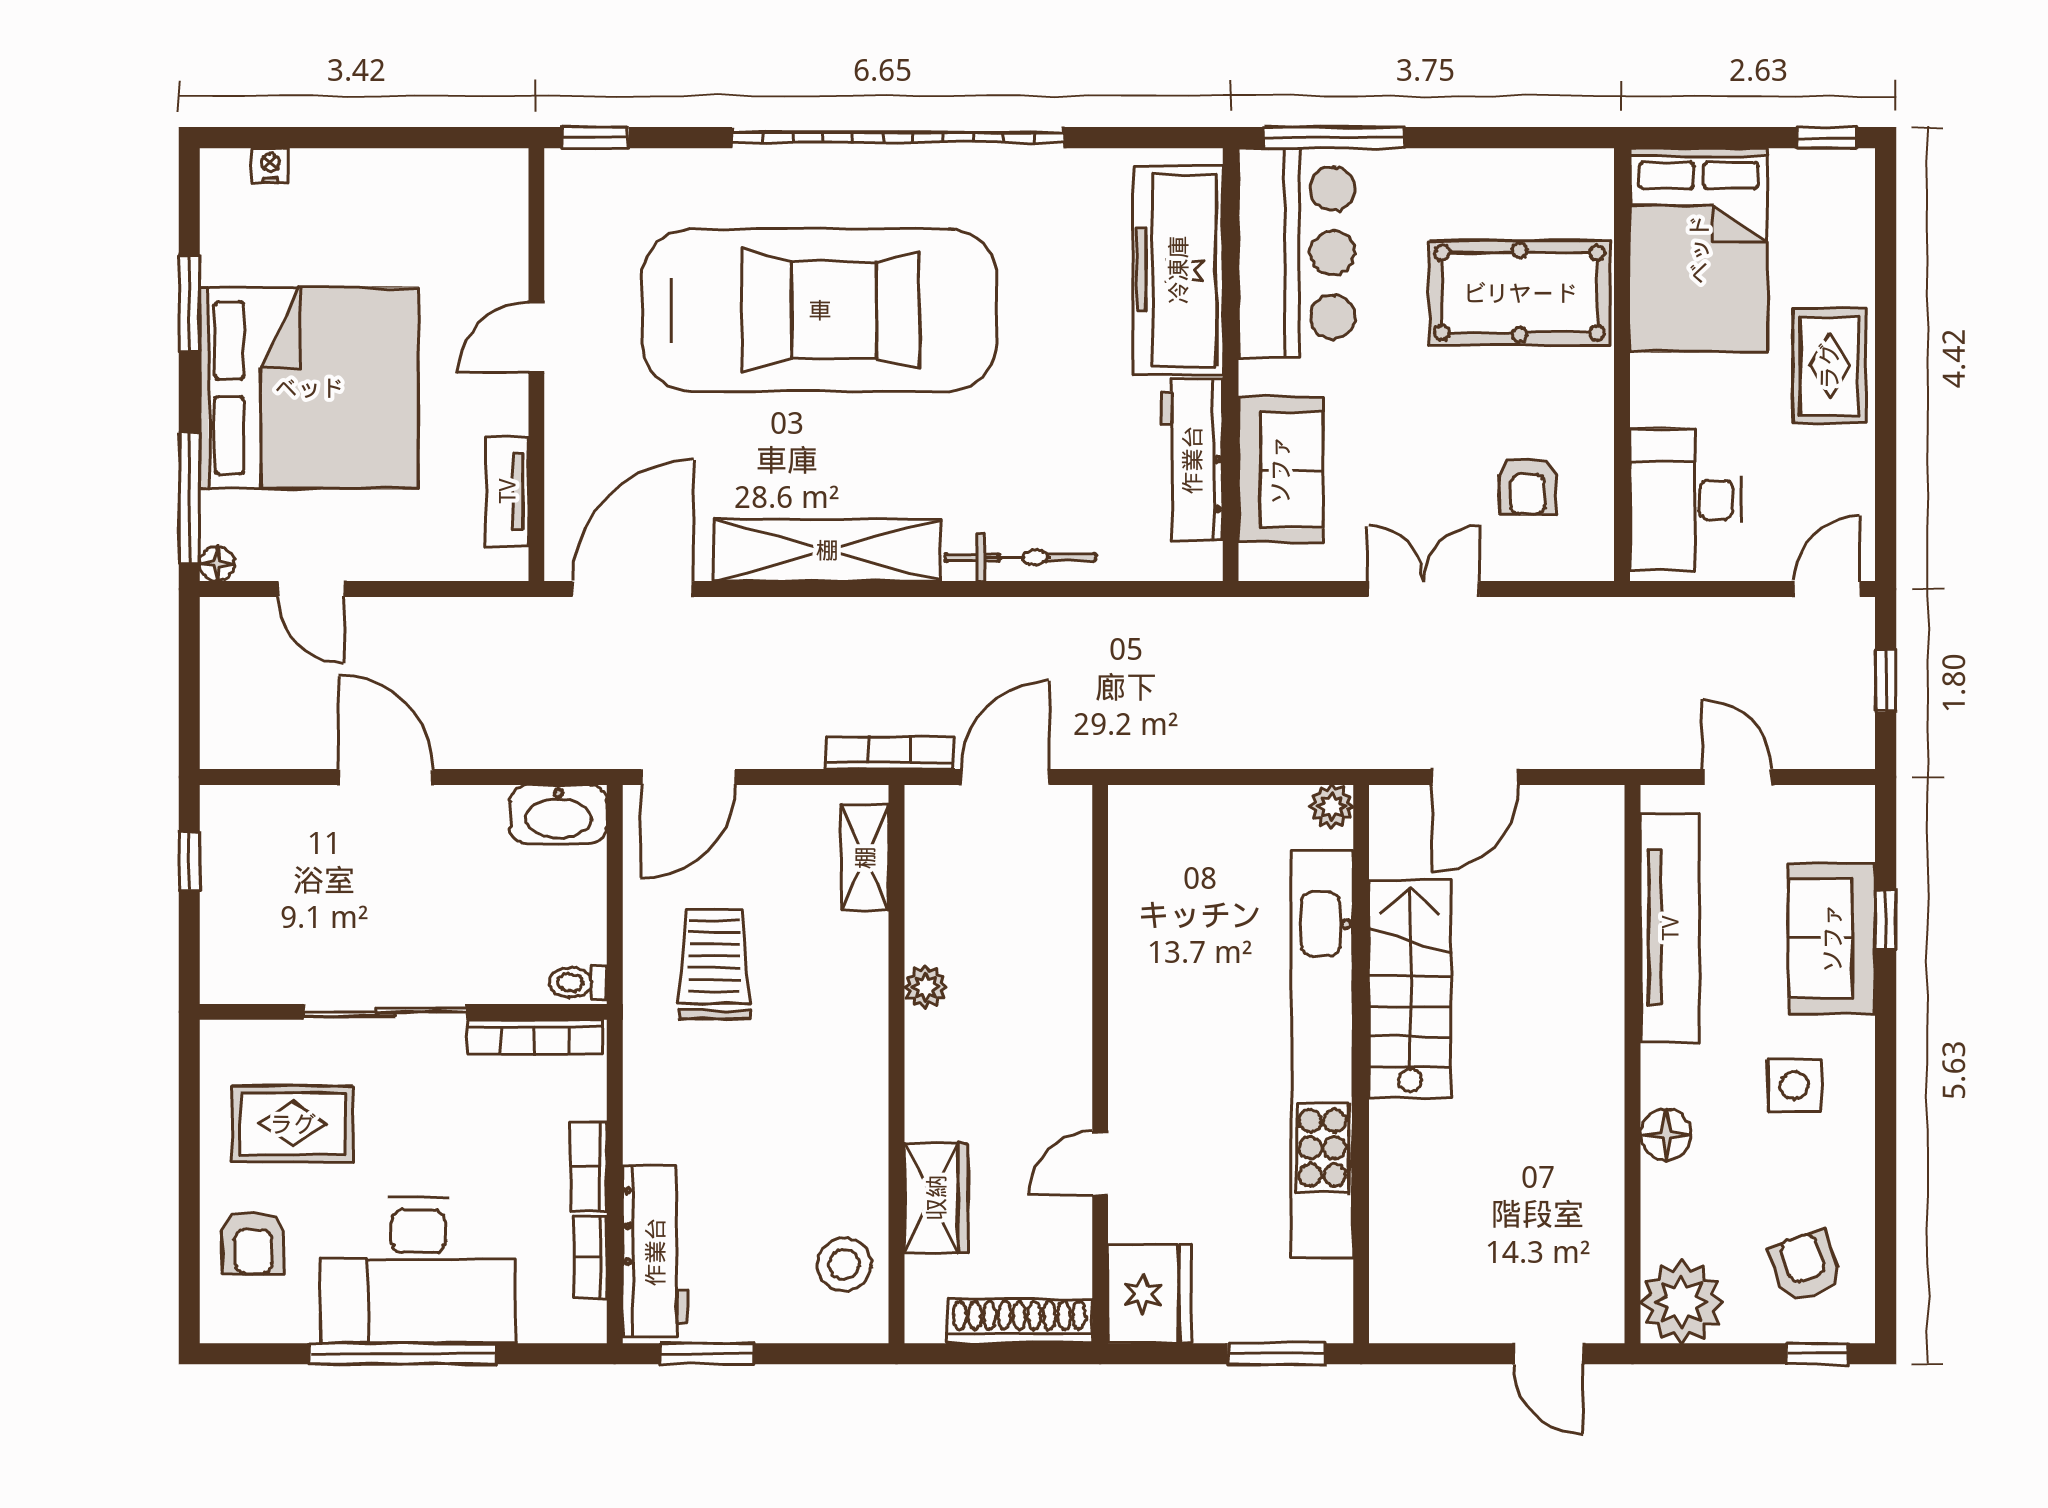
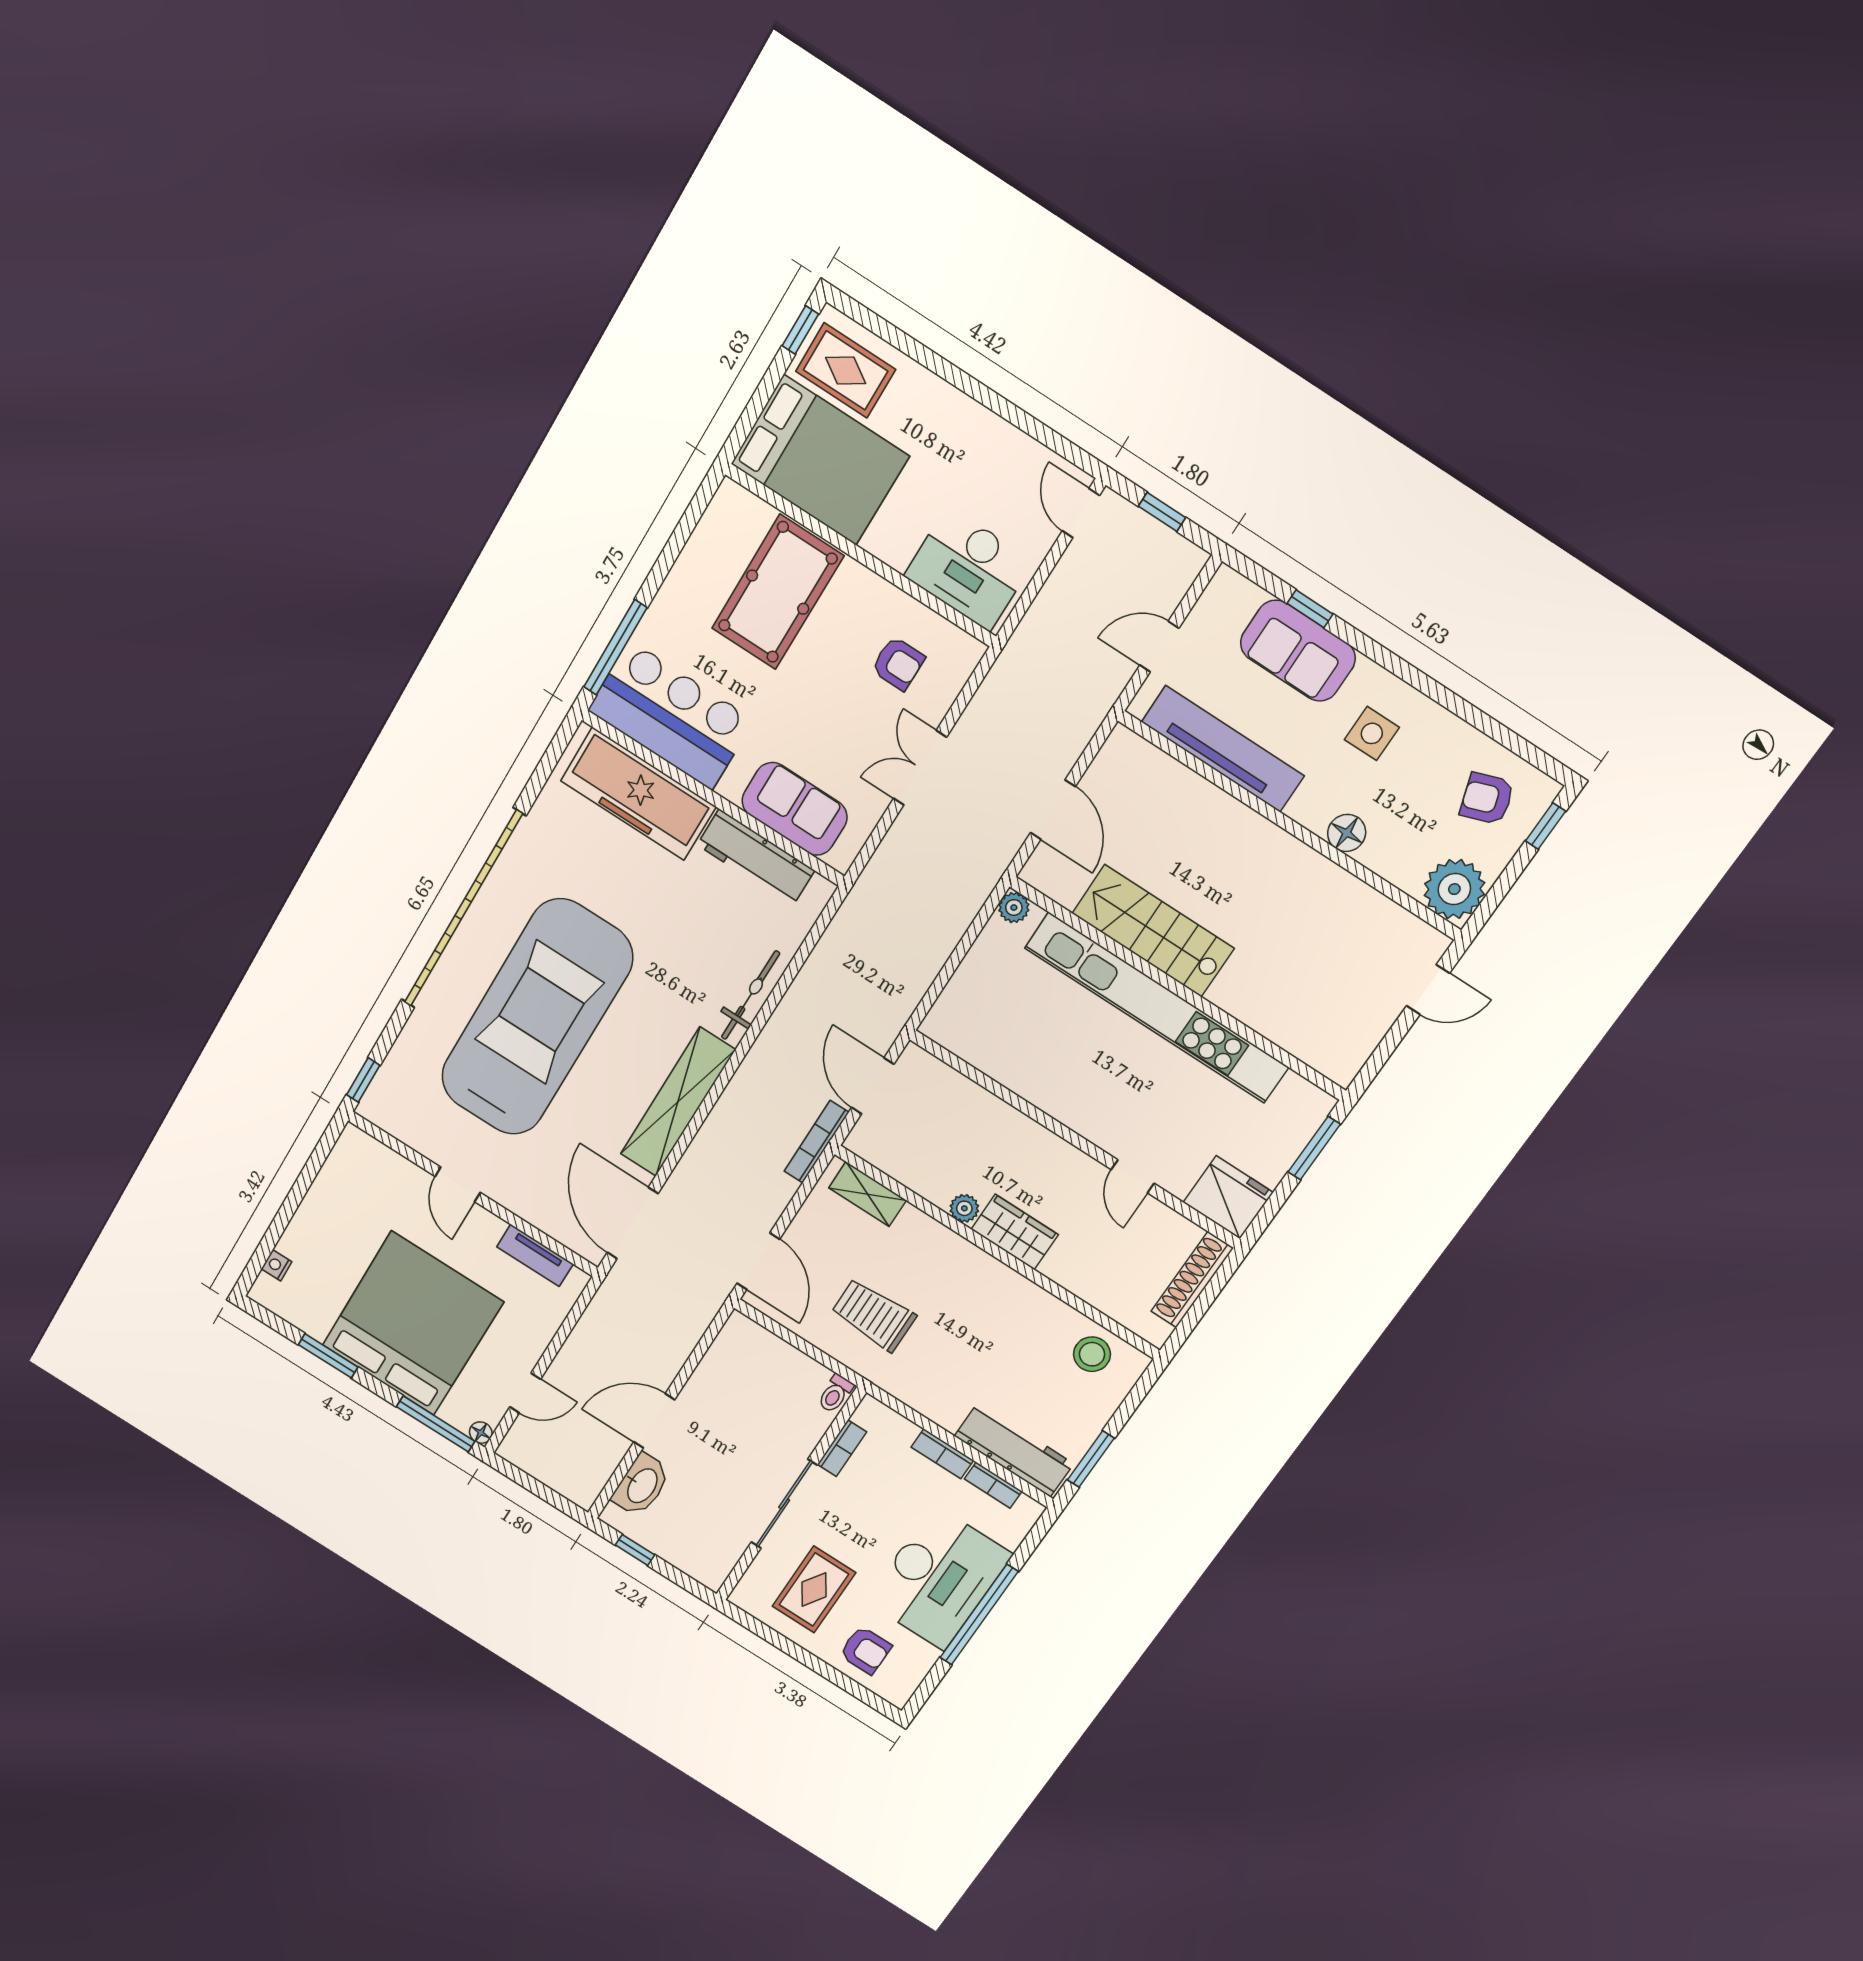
rug: (1829, 366) -> (846, 370), moved
washbasin: (558, 814) -> (641, 1485), moved
bookcase: (535, 1037) -> (842, 1448), width x0.64
wardrobe: (936, 1198) -> (1015, 1232), moved

